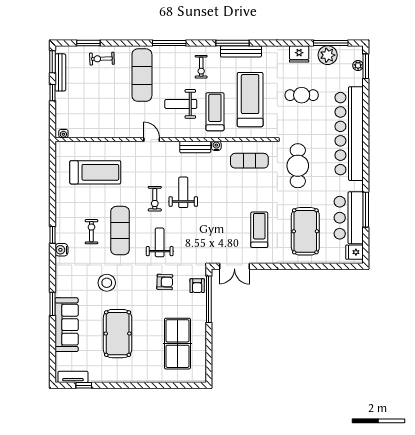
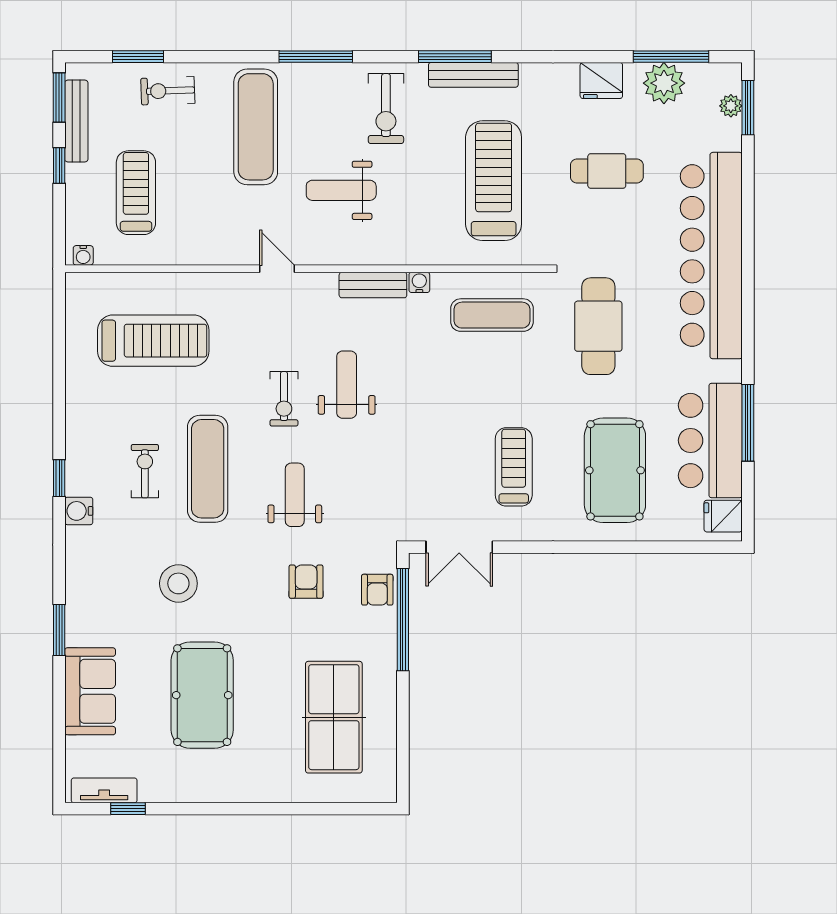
exercise bike: (201, 67) -> (386, 109), width x1.38, depth x1.39
treadmill: (215, 112) -> (136, 193), moved
armchair: (165, 282) -> (306, 582), turned -92
sofa: (67, 325) -> (90, 691), width x0.73

